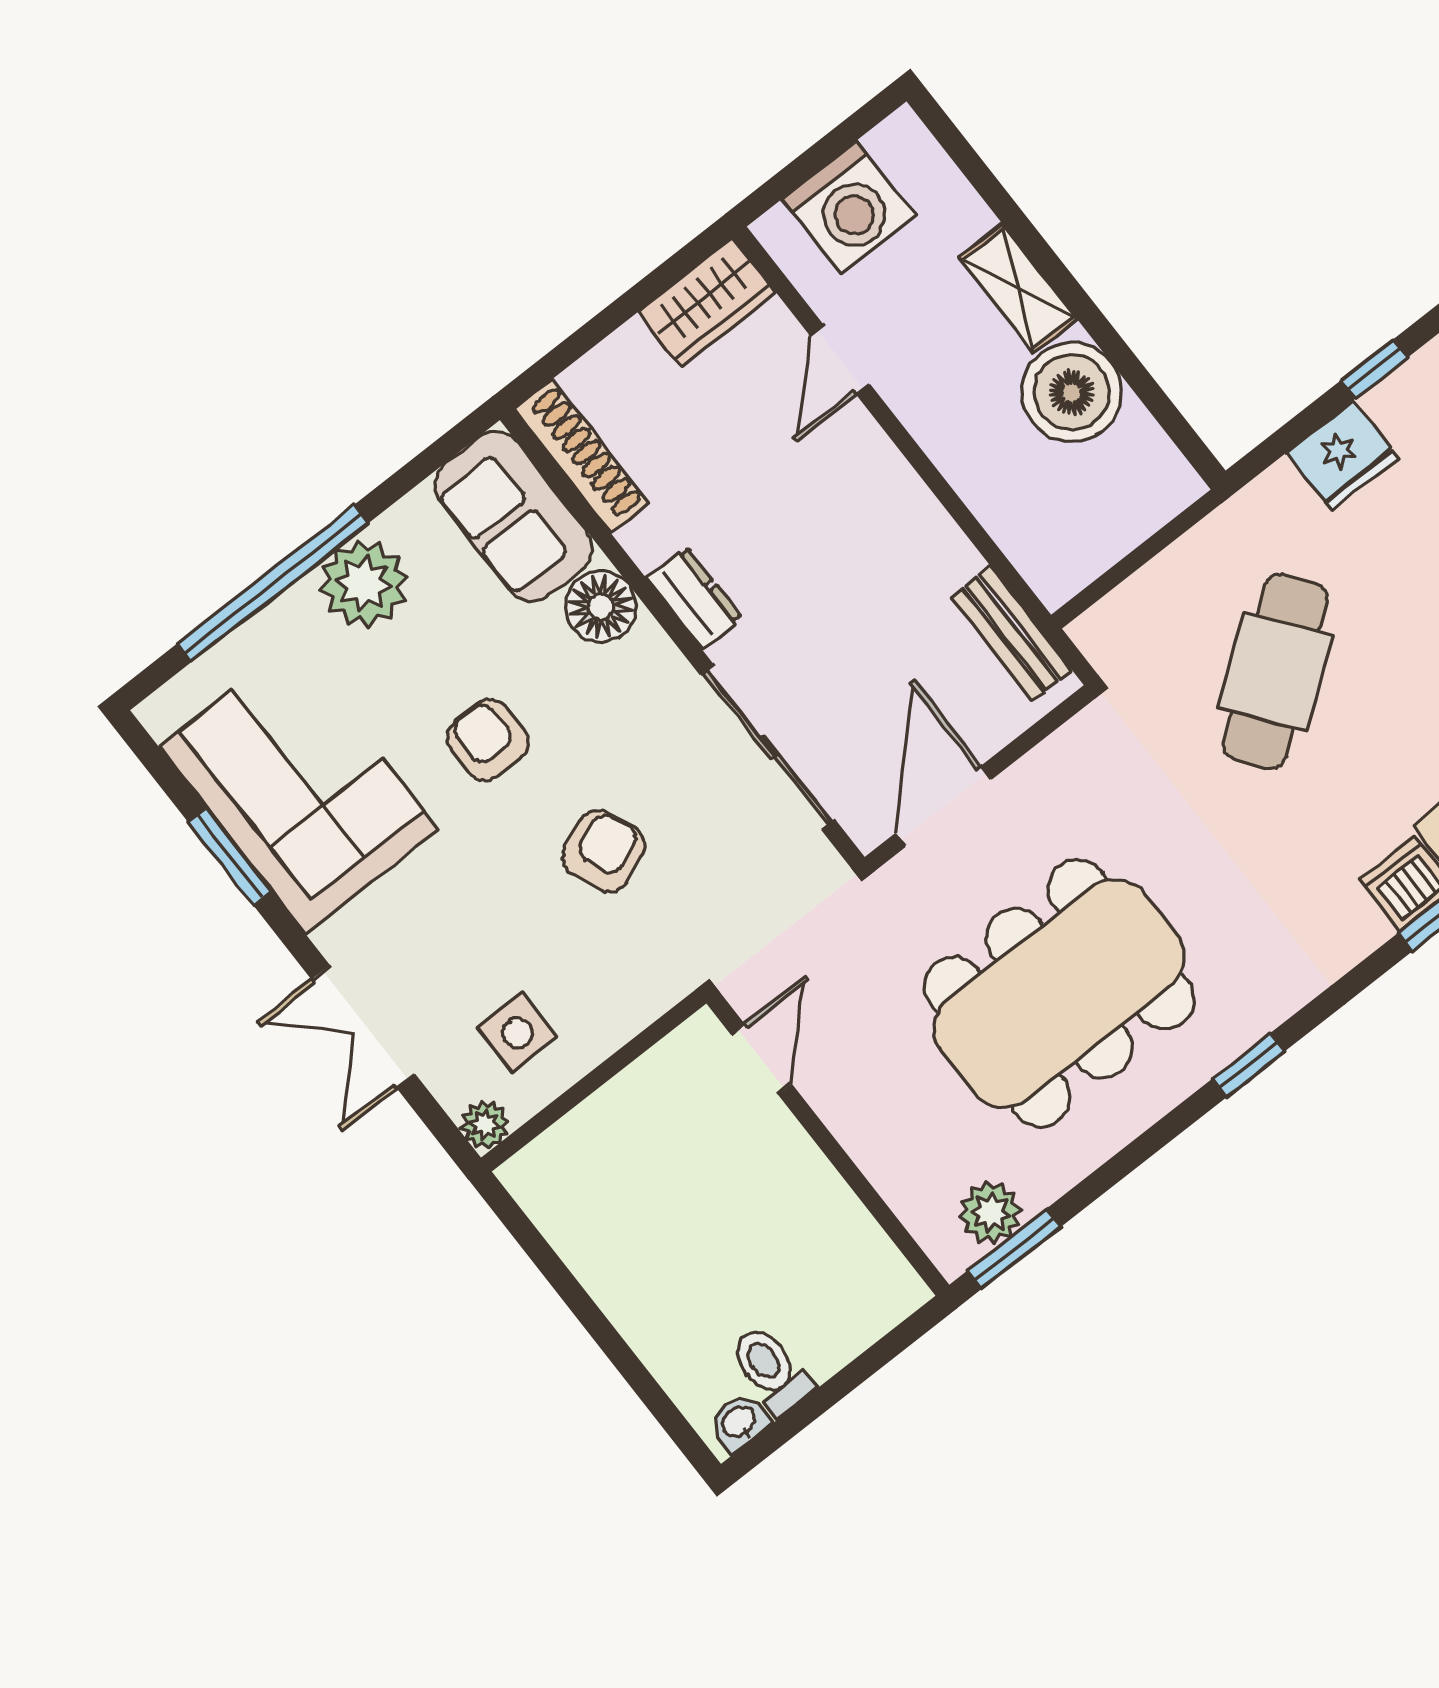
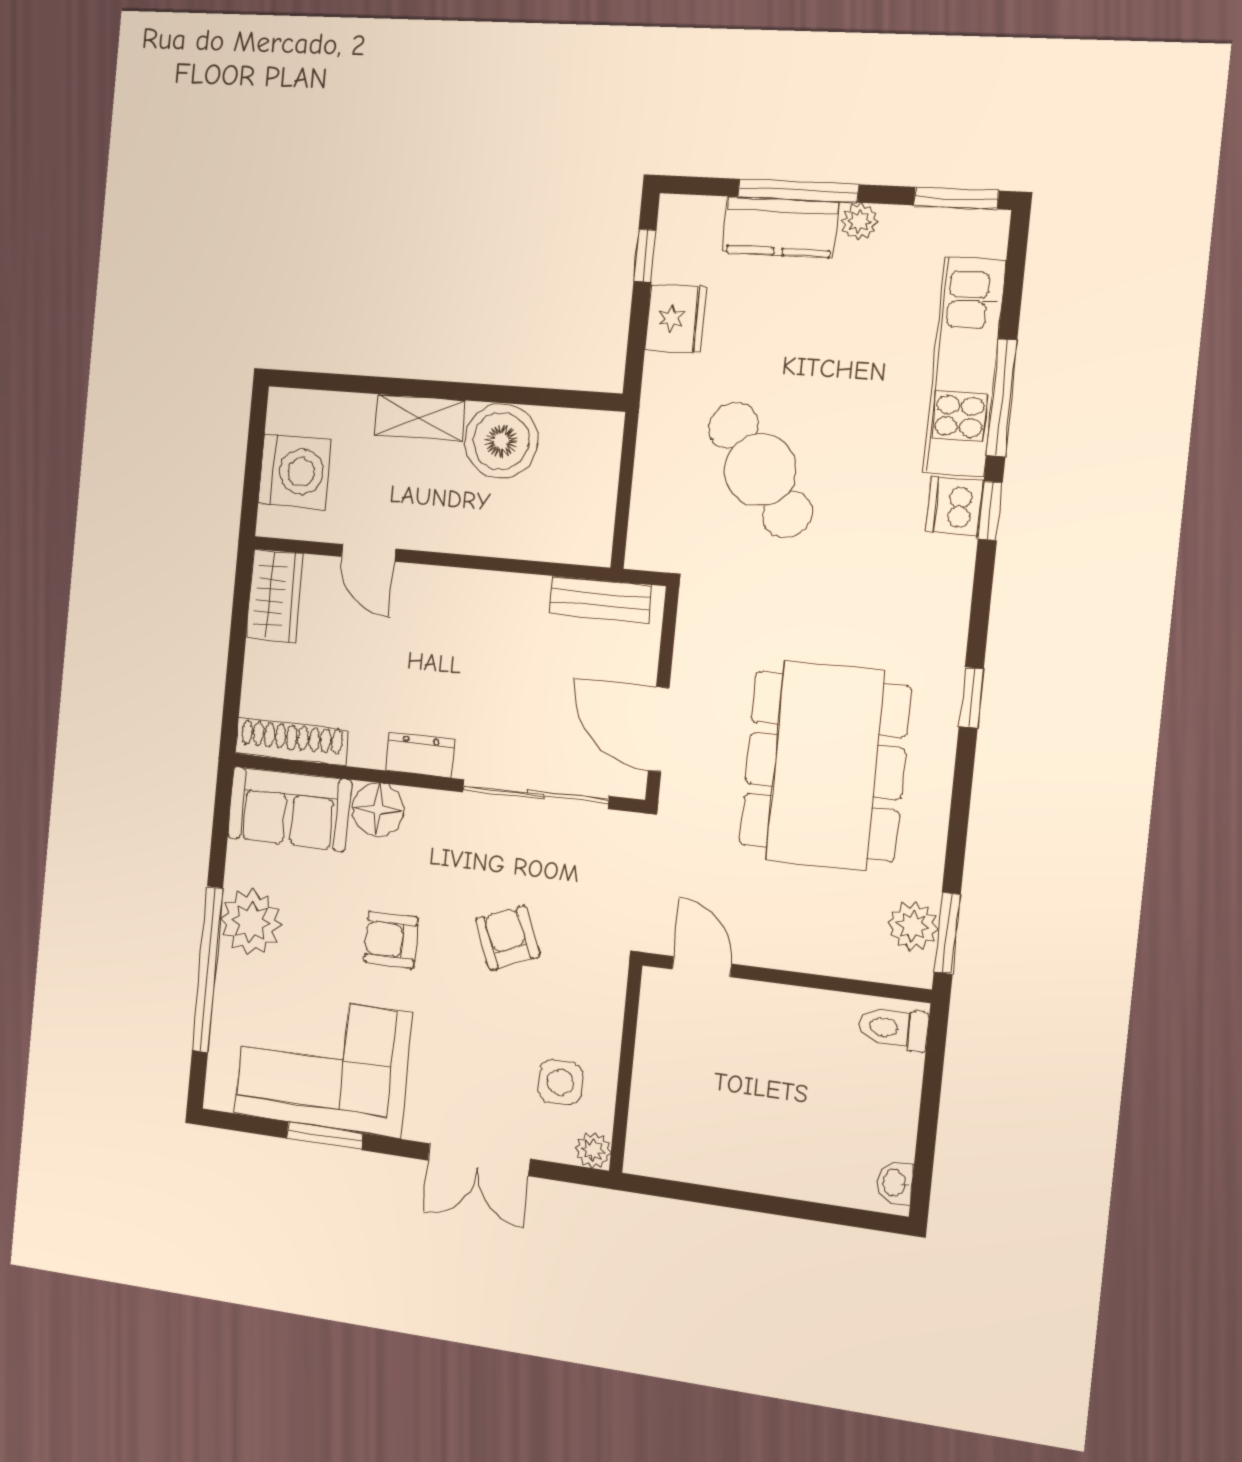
toilet: (771, 1370) -> (893, 1028), moved

